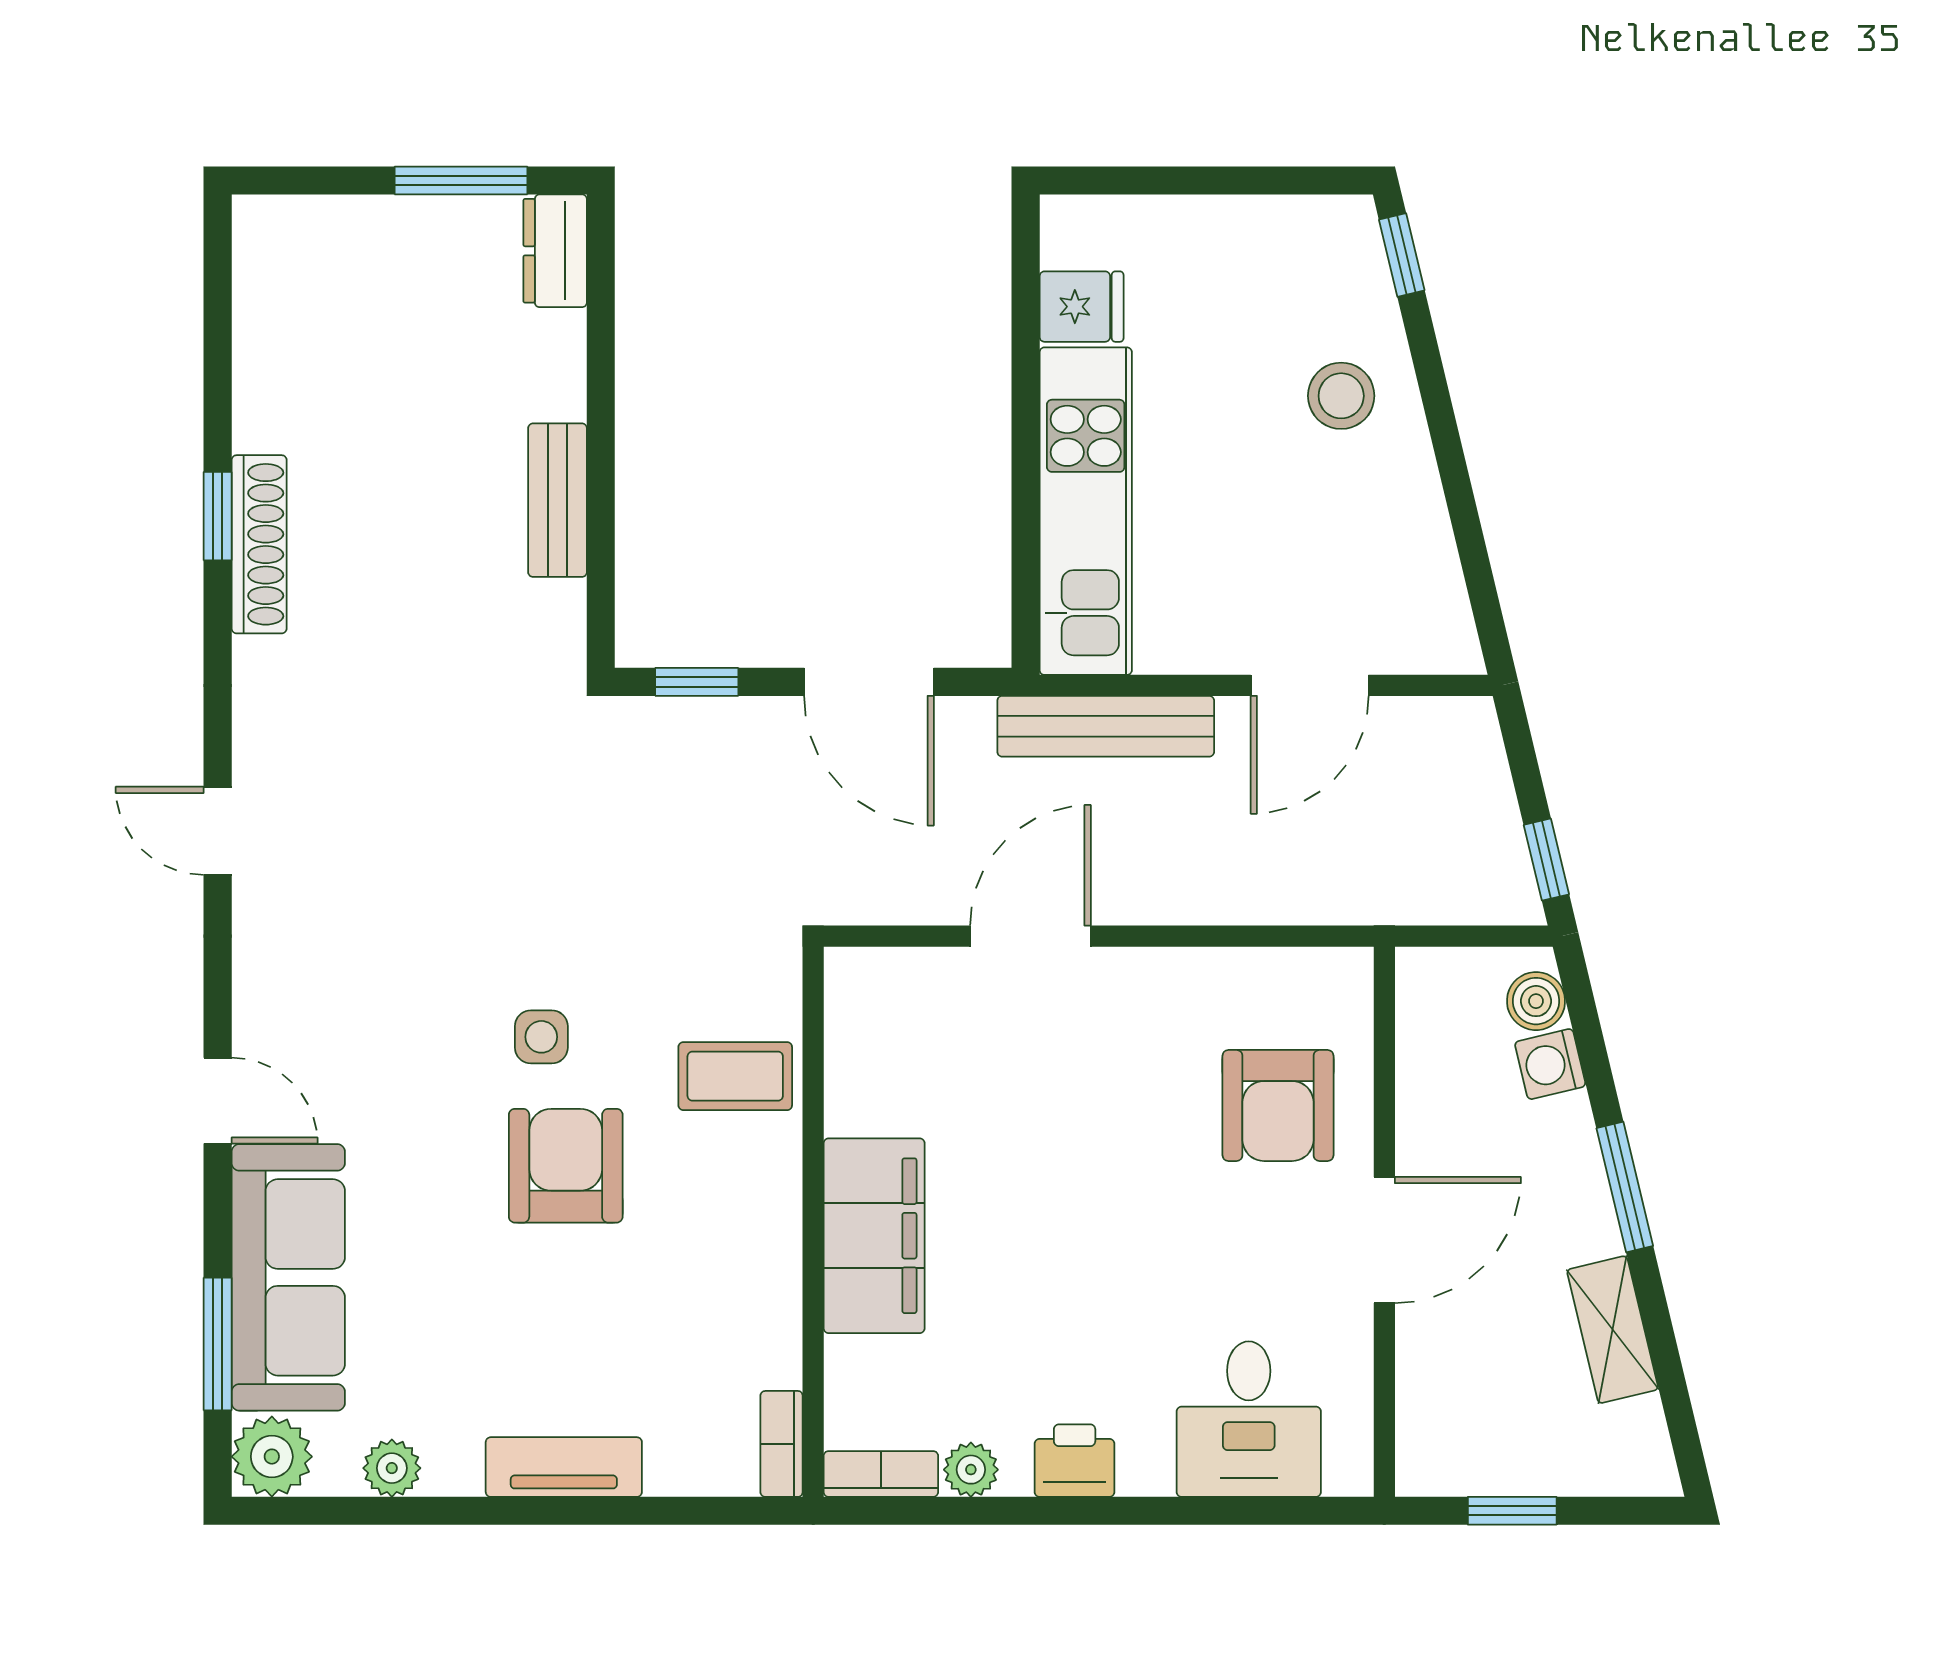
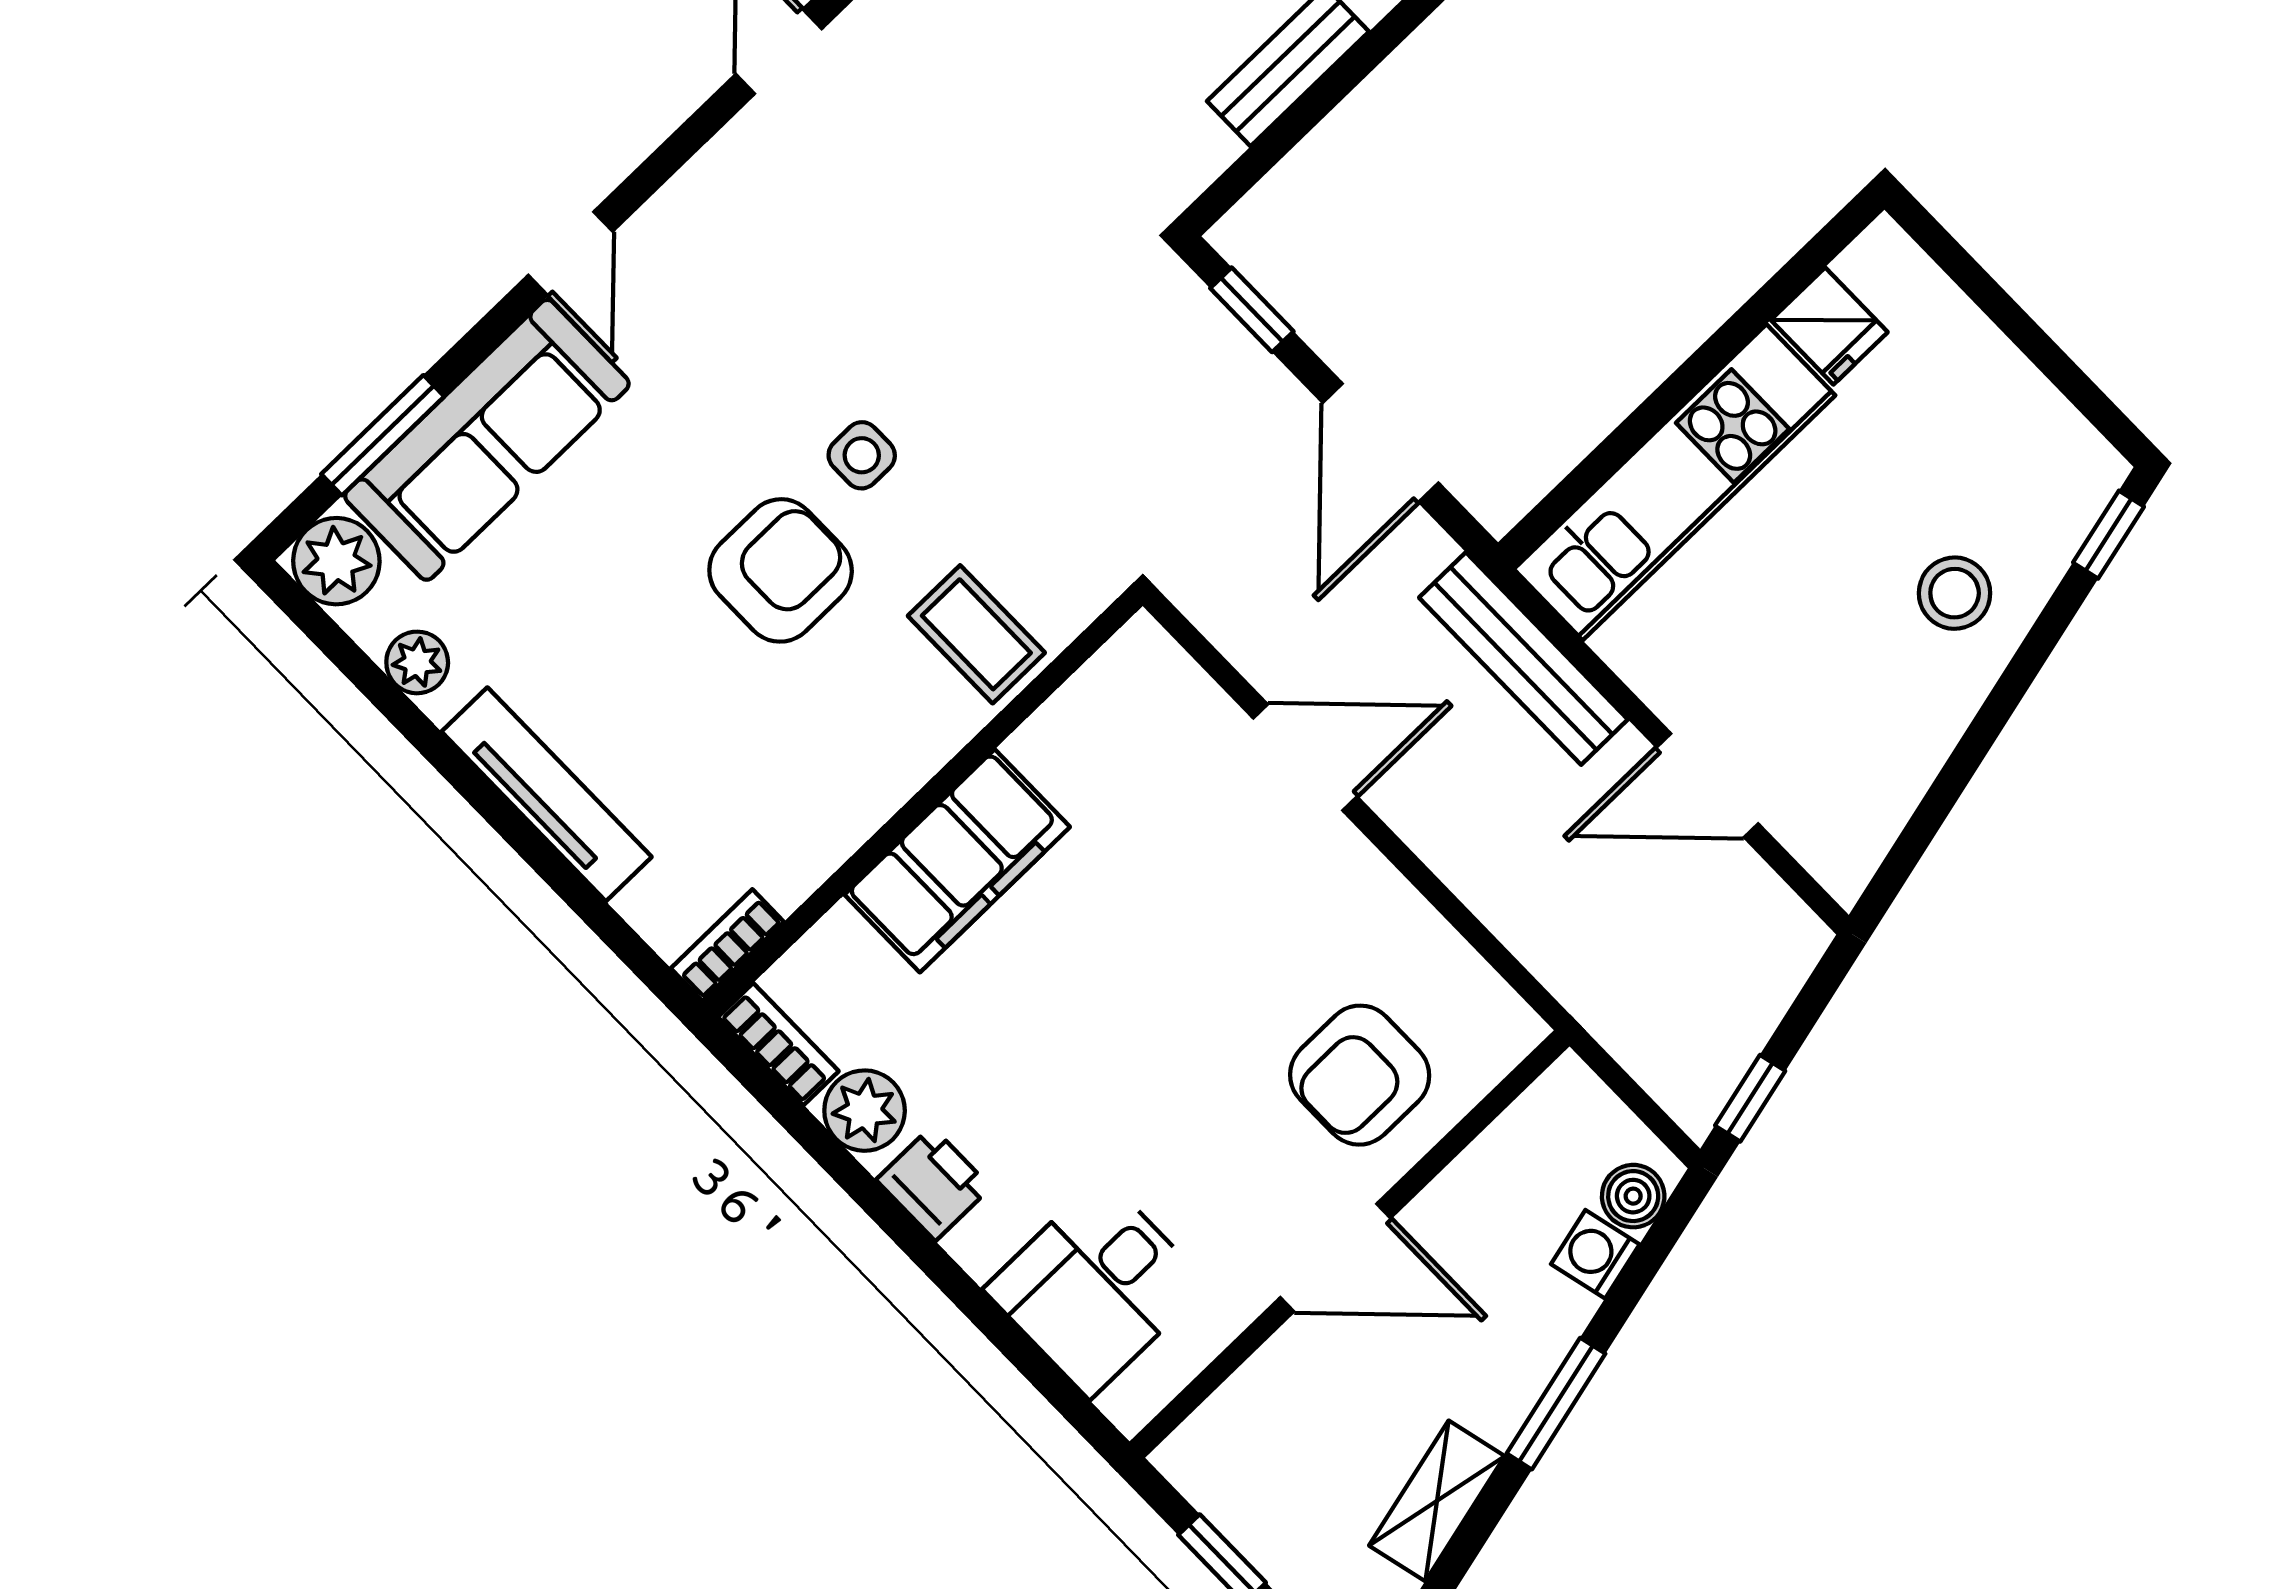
tv unit: (564, 1467) -> (547, 794), width x1.41
plant: (971, 1470) -> (865, 1111), width x1.38, depth x1.38

